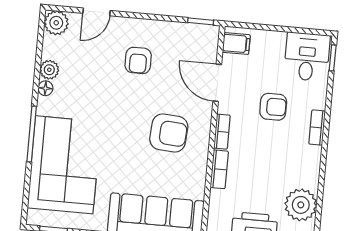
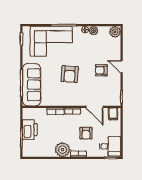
door: (97, 12) -> (122, 67), moved
door: (217, 83) -> (95, 107), swing flipped
armchair: (169, 133) -> (70, 74), moved
plant: (301, 205) -> (62, 150), moved

